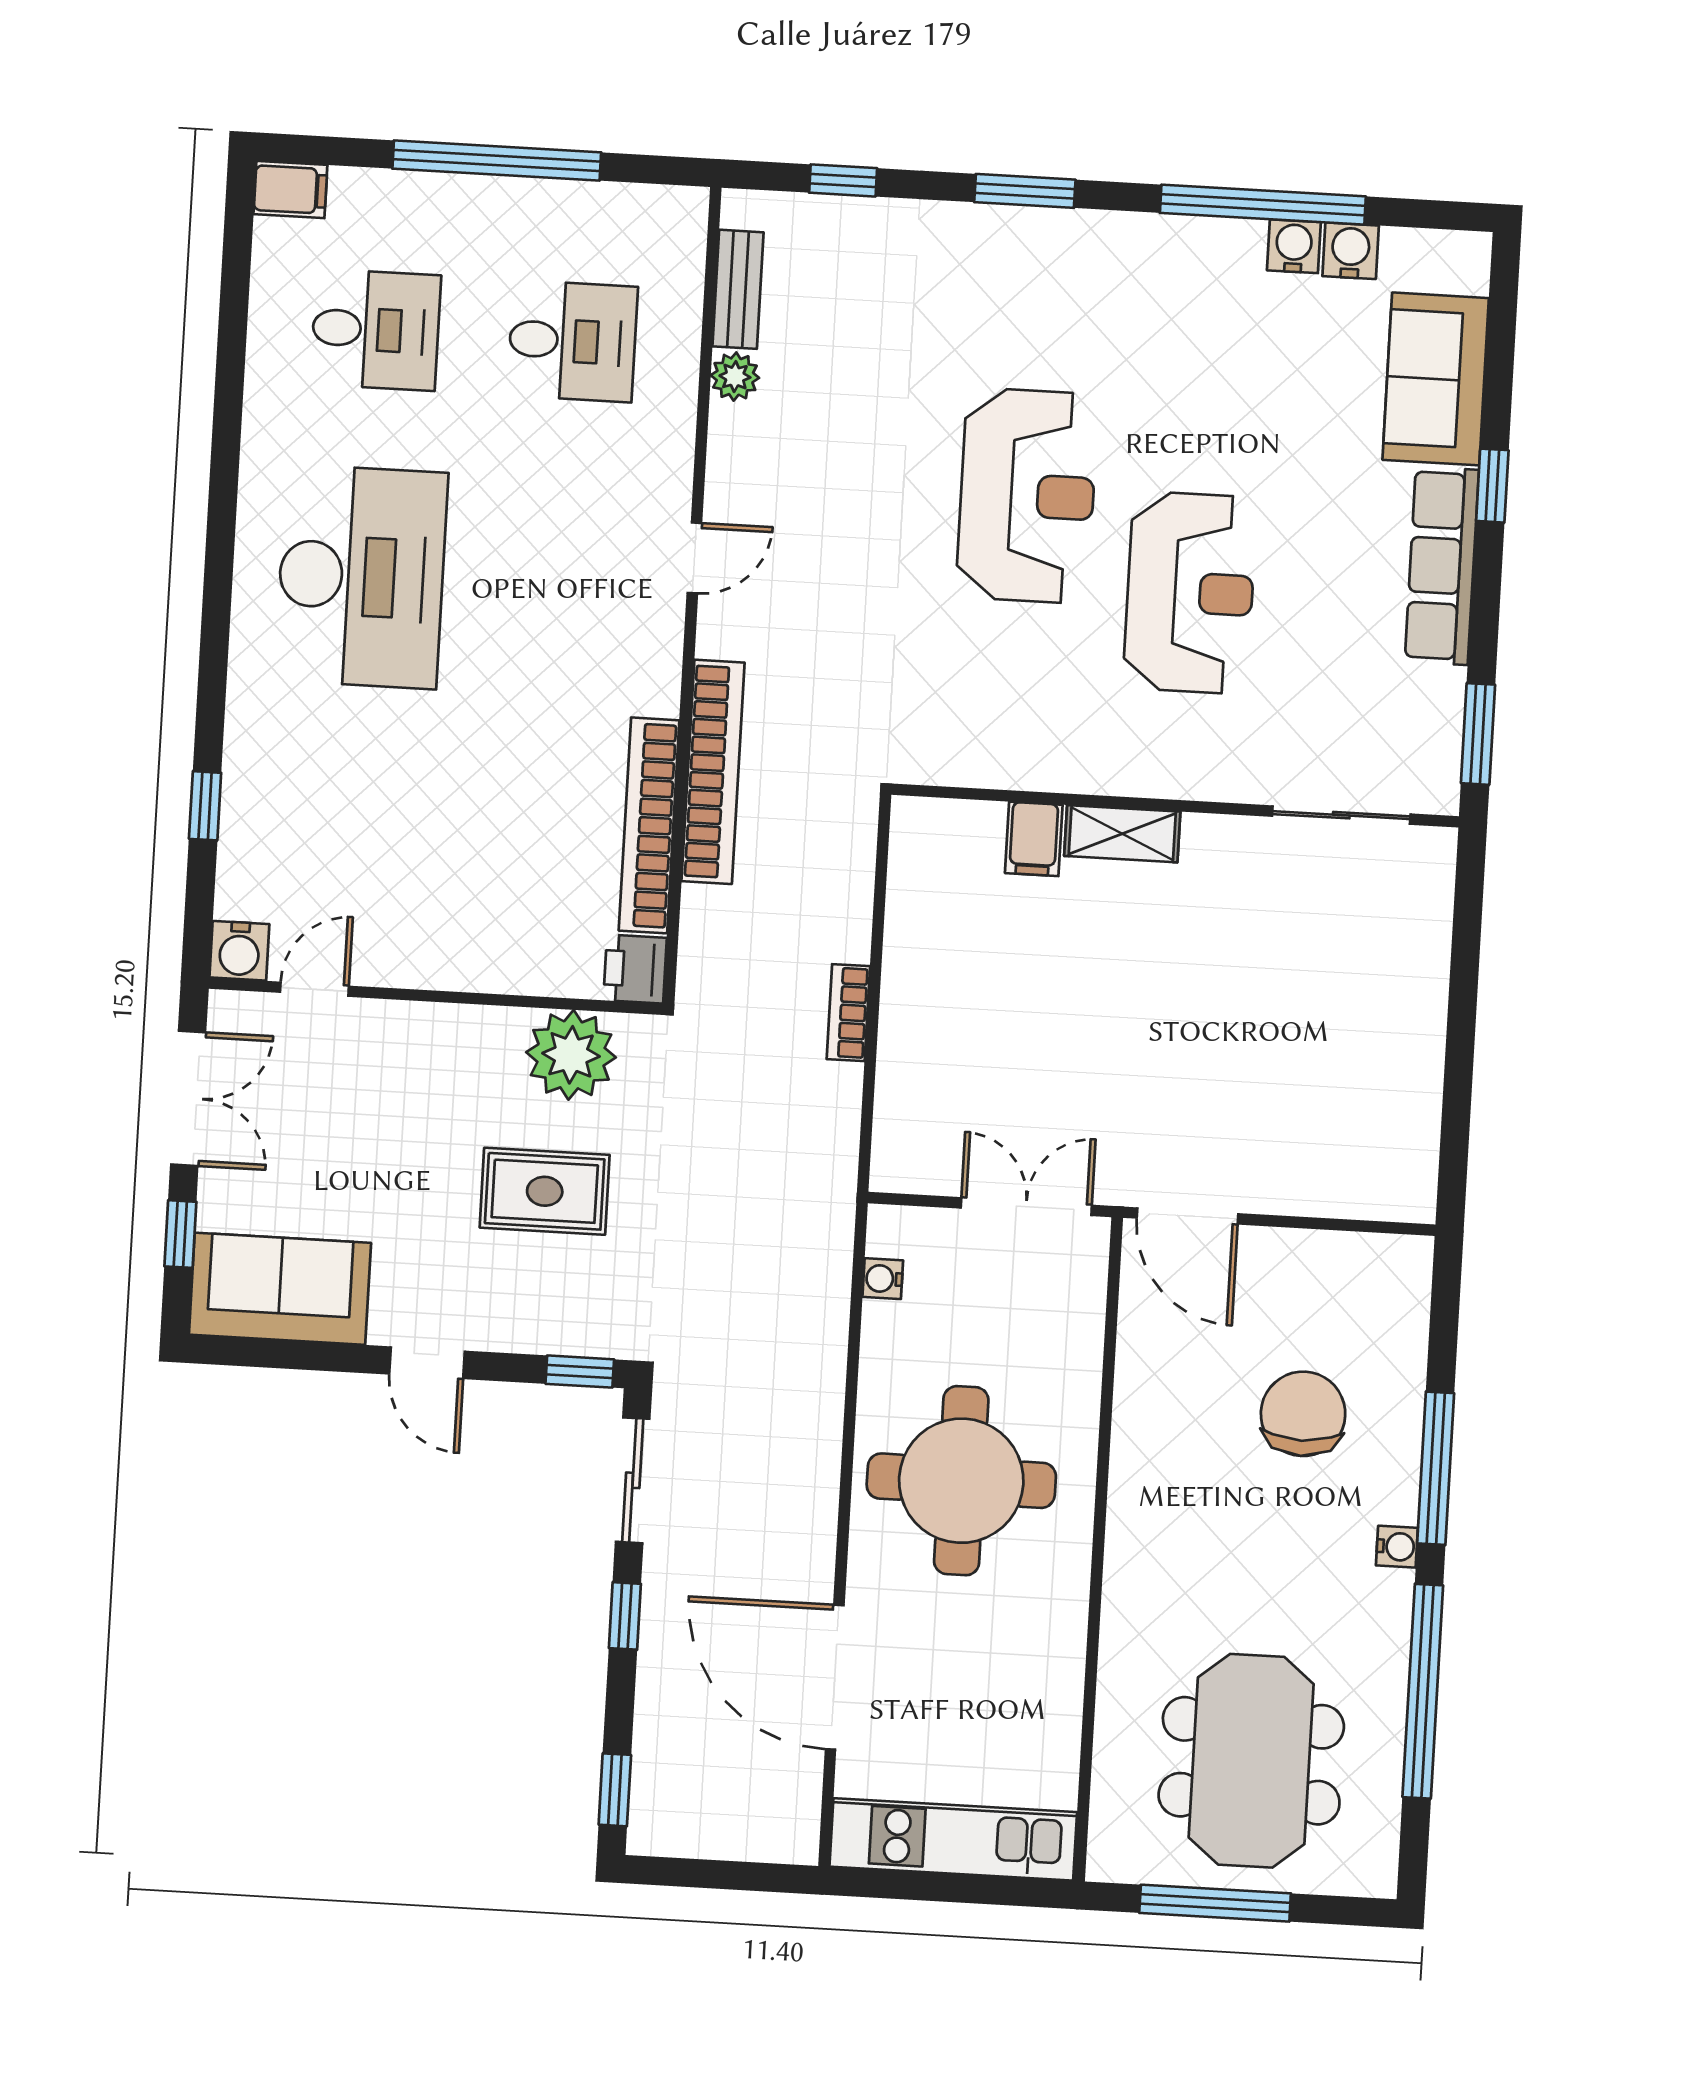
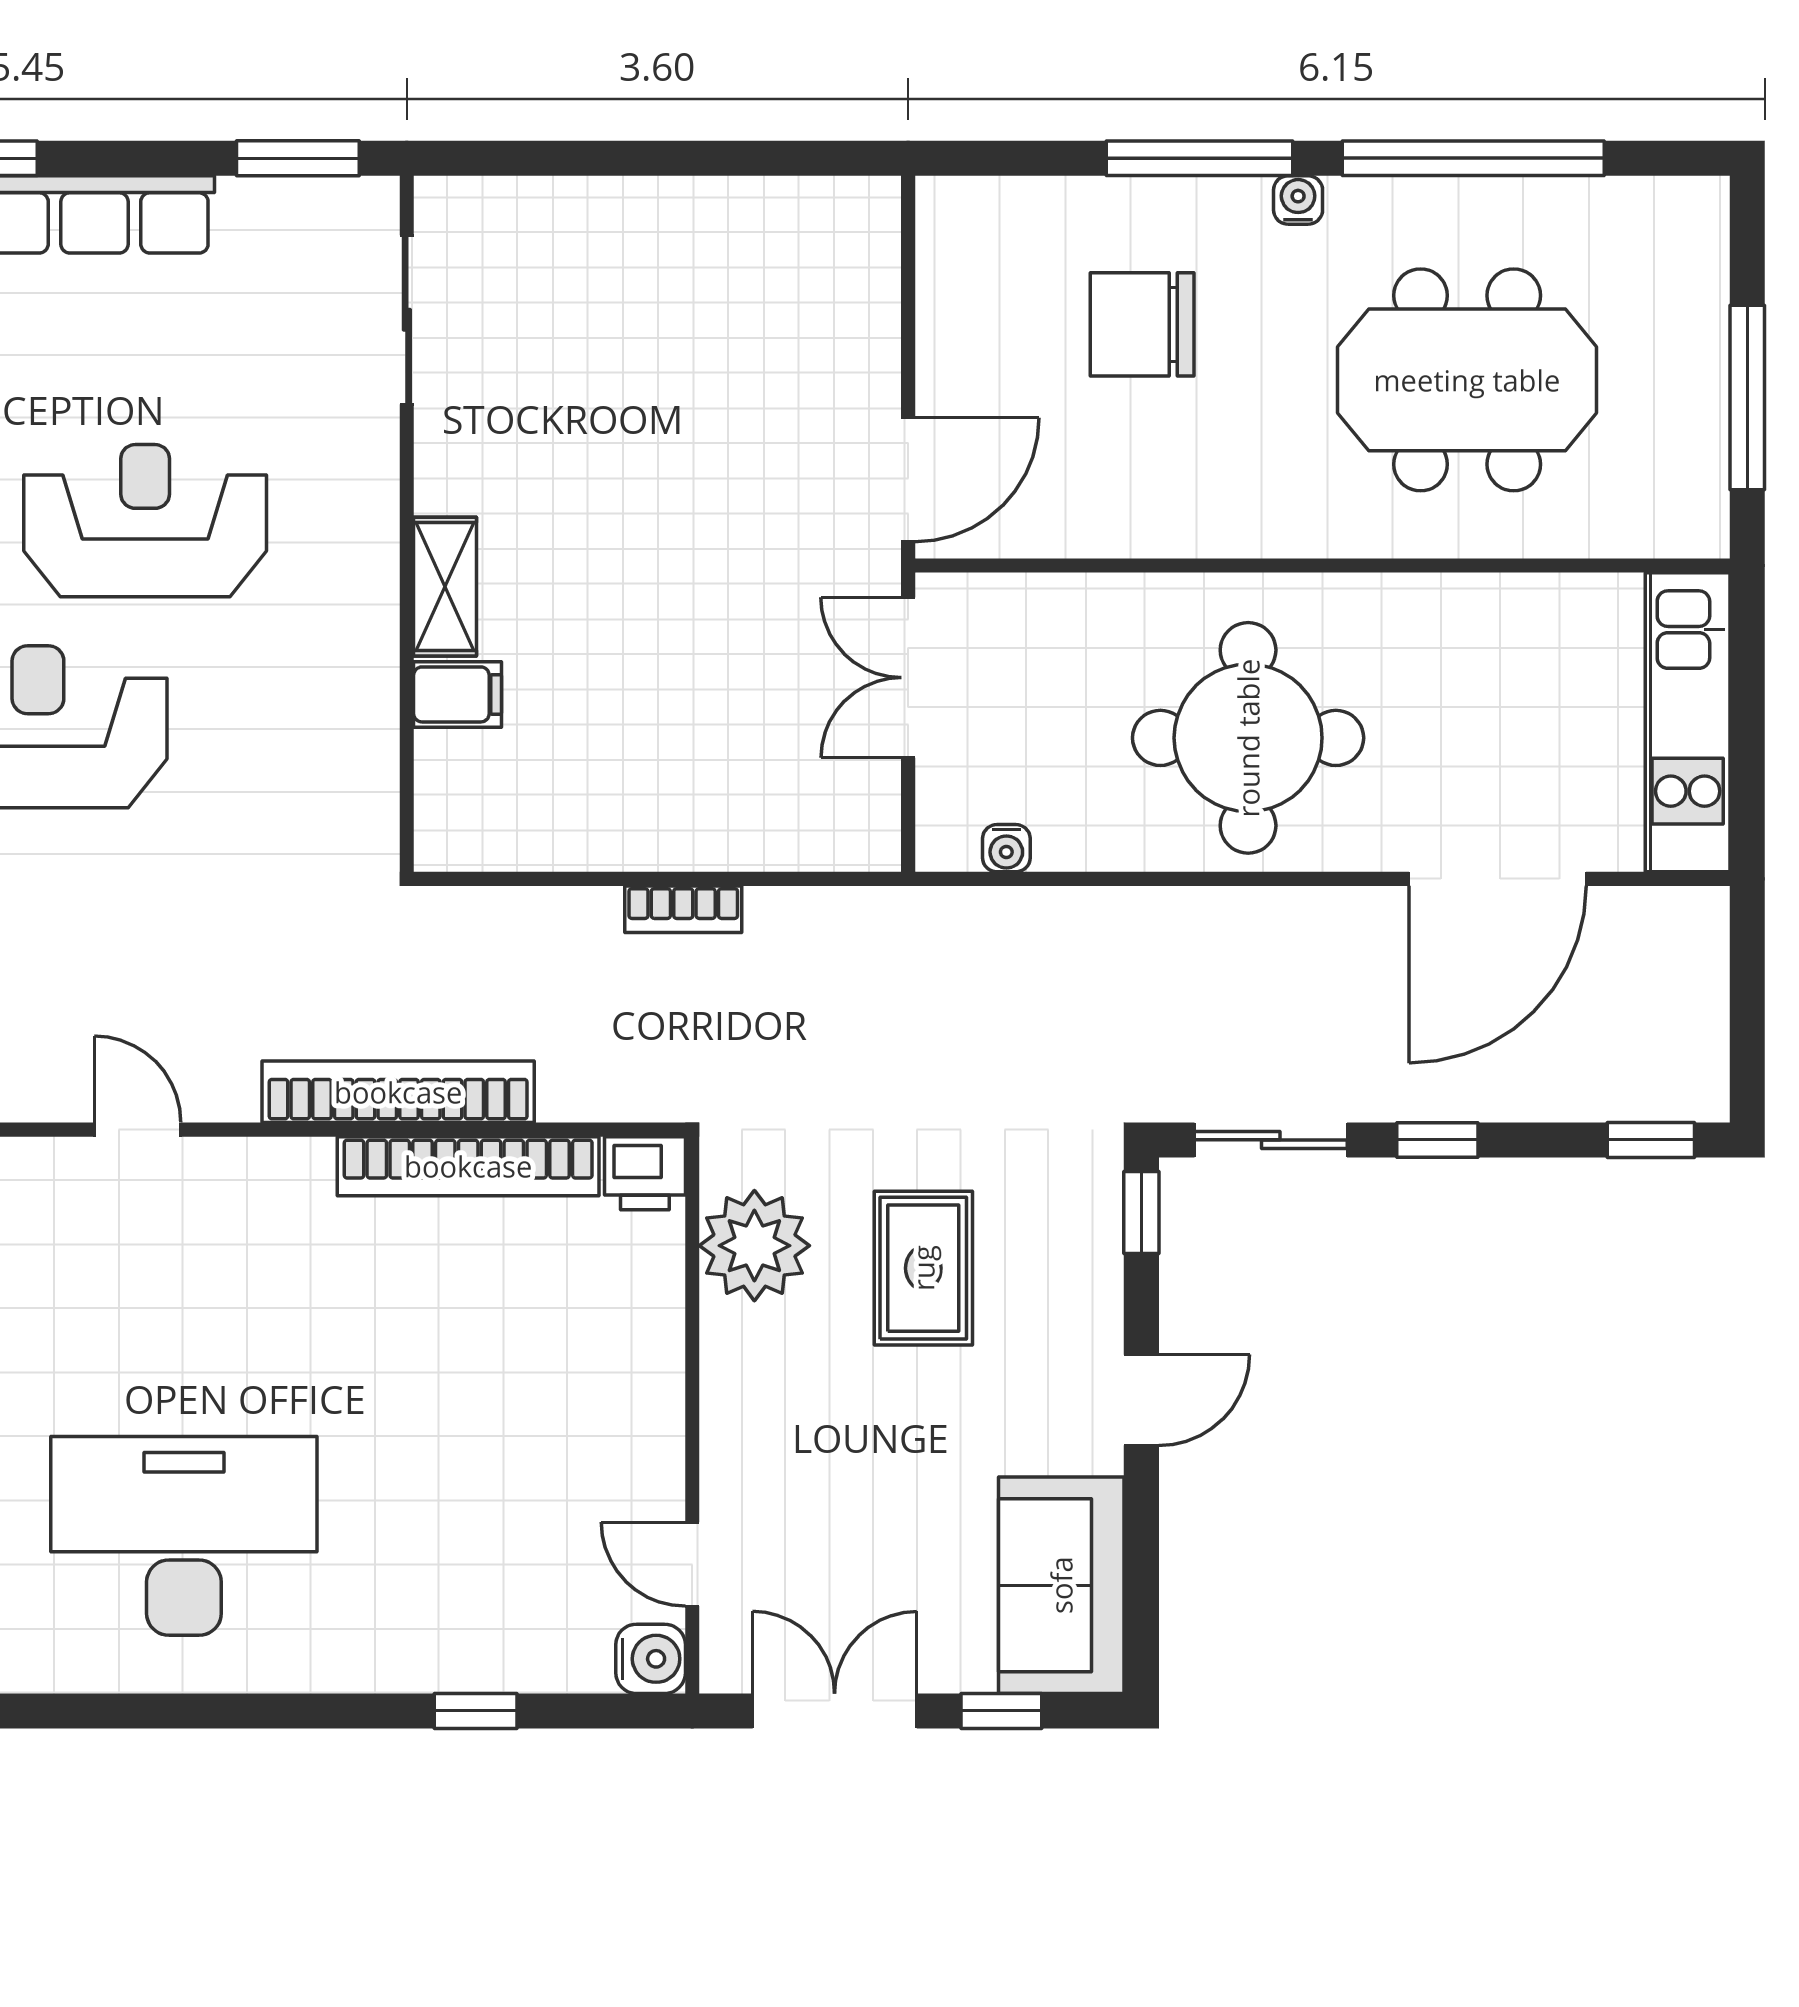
meeting table: (1251, 1761) -> (1467, 380), moved

